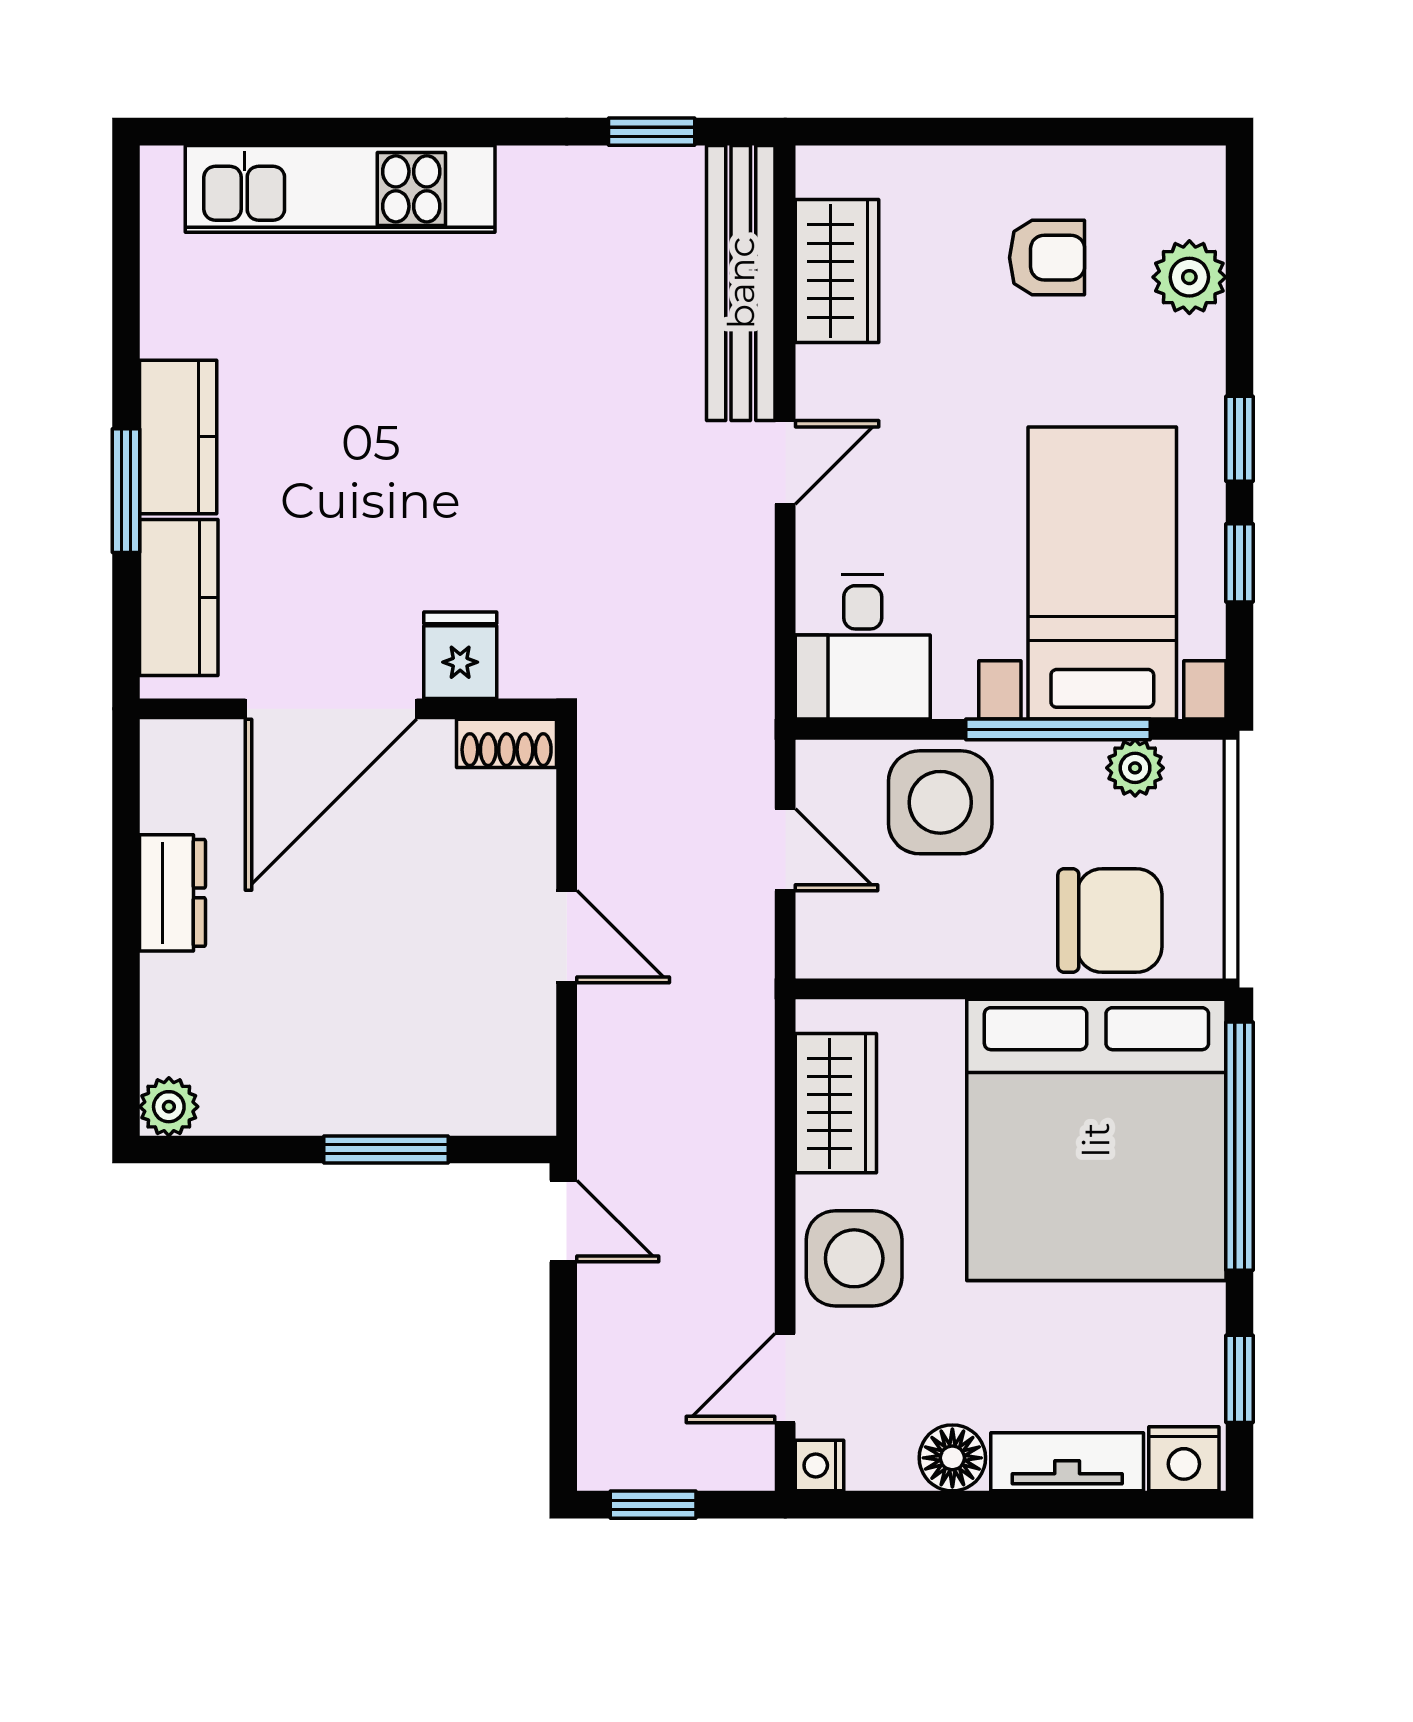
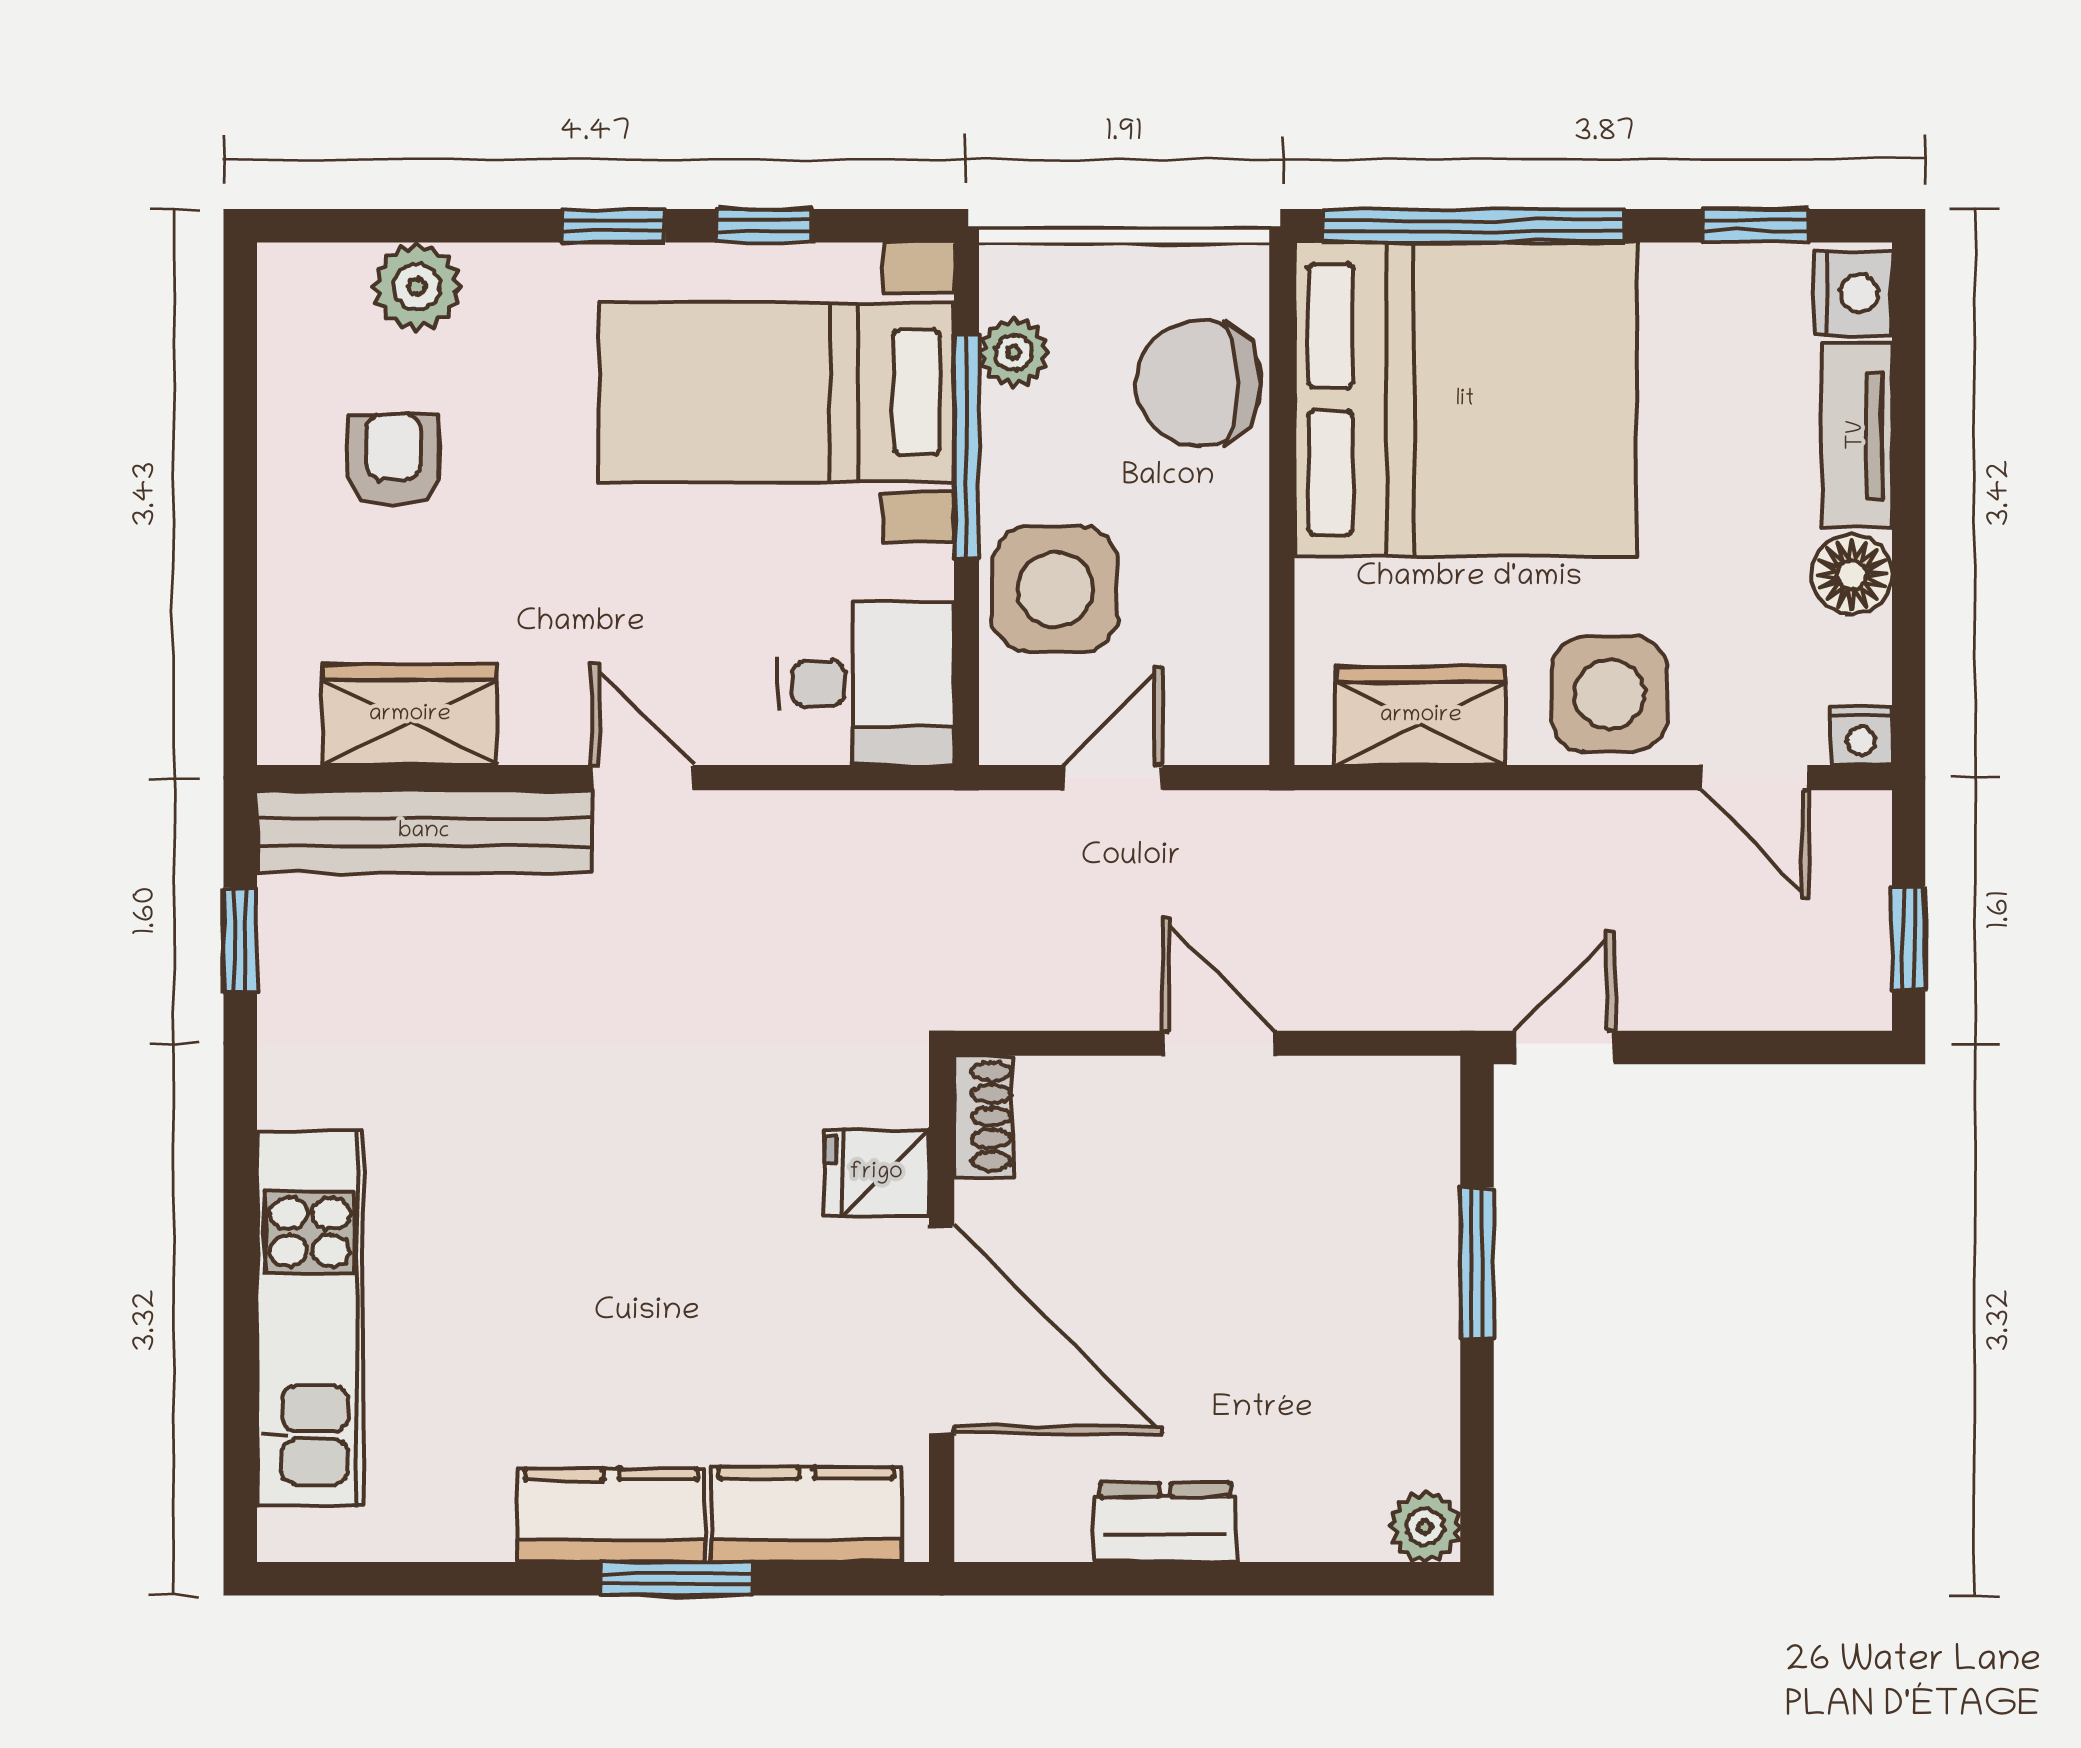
chair: (1110, 920) -> (1199, 383), turned -90
door: (567, 937) -> (1218, 1043), hinge flipped

